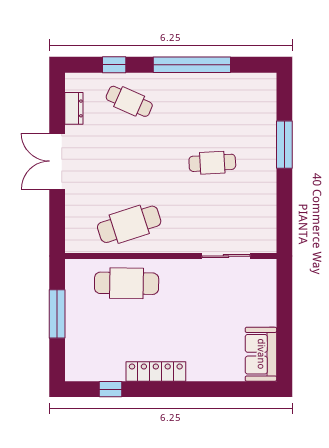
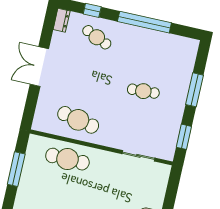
dresser: (74, 108) -> (62, 20), moved
window: (284, 215) -> (184, 137), added
cafe table: (129, 224) -> (78, 120), turned 30

